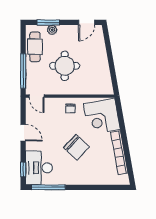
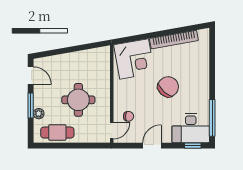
window: (48, 22) -> (31, 106), moved
window: (23, 71) -> (84, 146), removed
chair: (70, 108) -> (129, 116), moved

